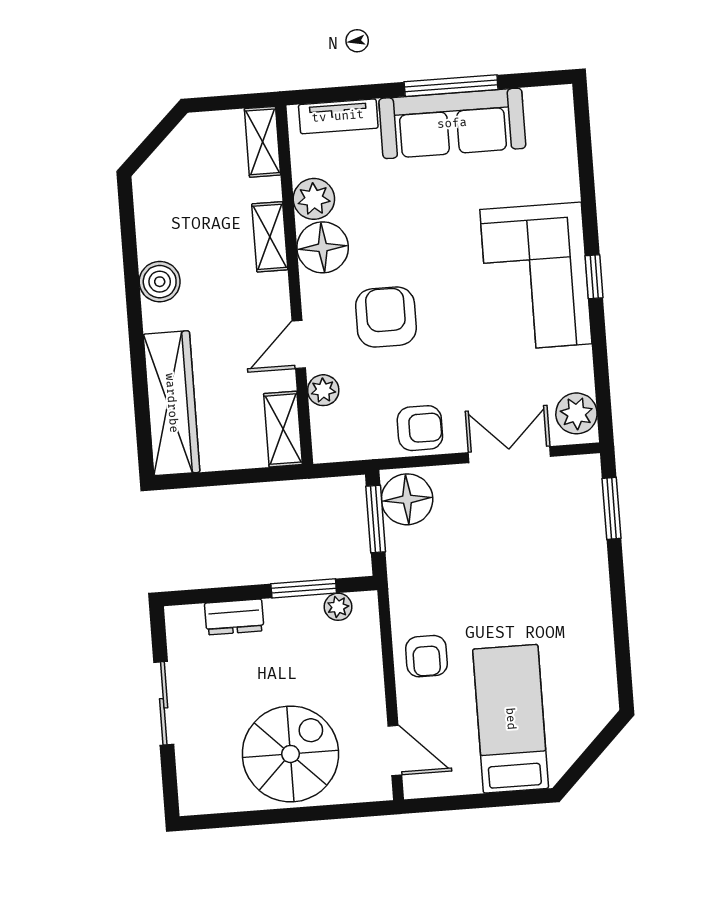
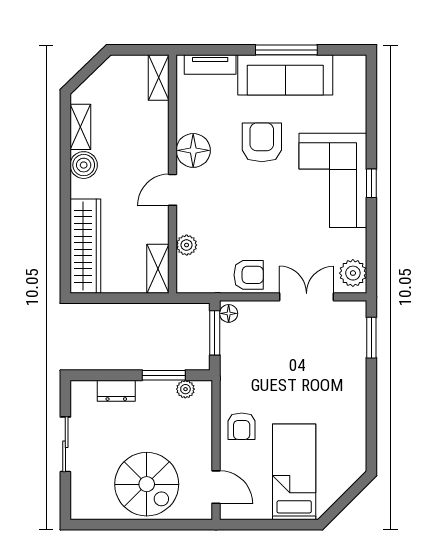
plant: (314, 199) -> (190, 118), removed
shelving: (270, 237) -> (80, 127), moved
armchair: (386, 317) -> (262, 142), moved
door: (299, 345) -> (173, 190), moved
floor lamp: (407, 499) -> (229, 313), width x0.53, depth x0.53
spiral stairs: (290, 754) -> (147, 484), turned 90

